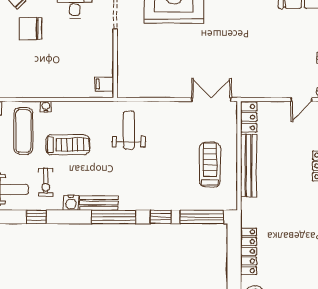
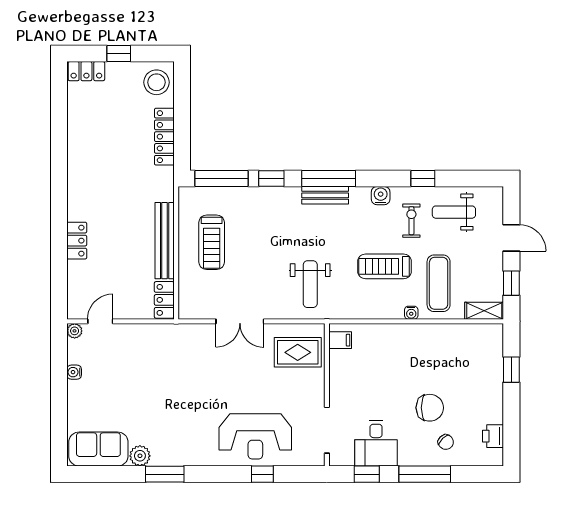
rug: (139, 74) -> (298, 352), added
double door: (211, 100) -> (240, 321), moved
bench: (99, 203) -> (325, 195), moved

